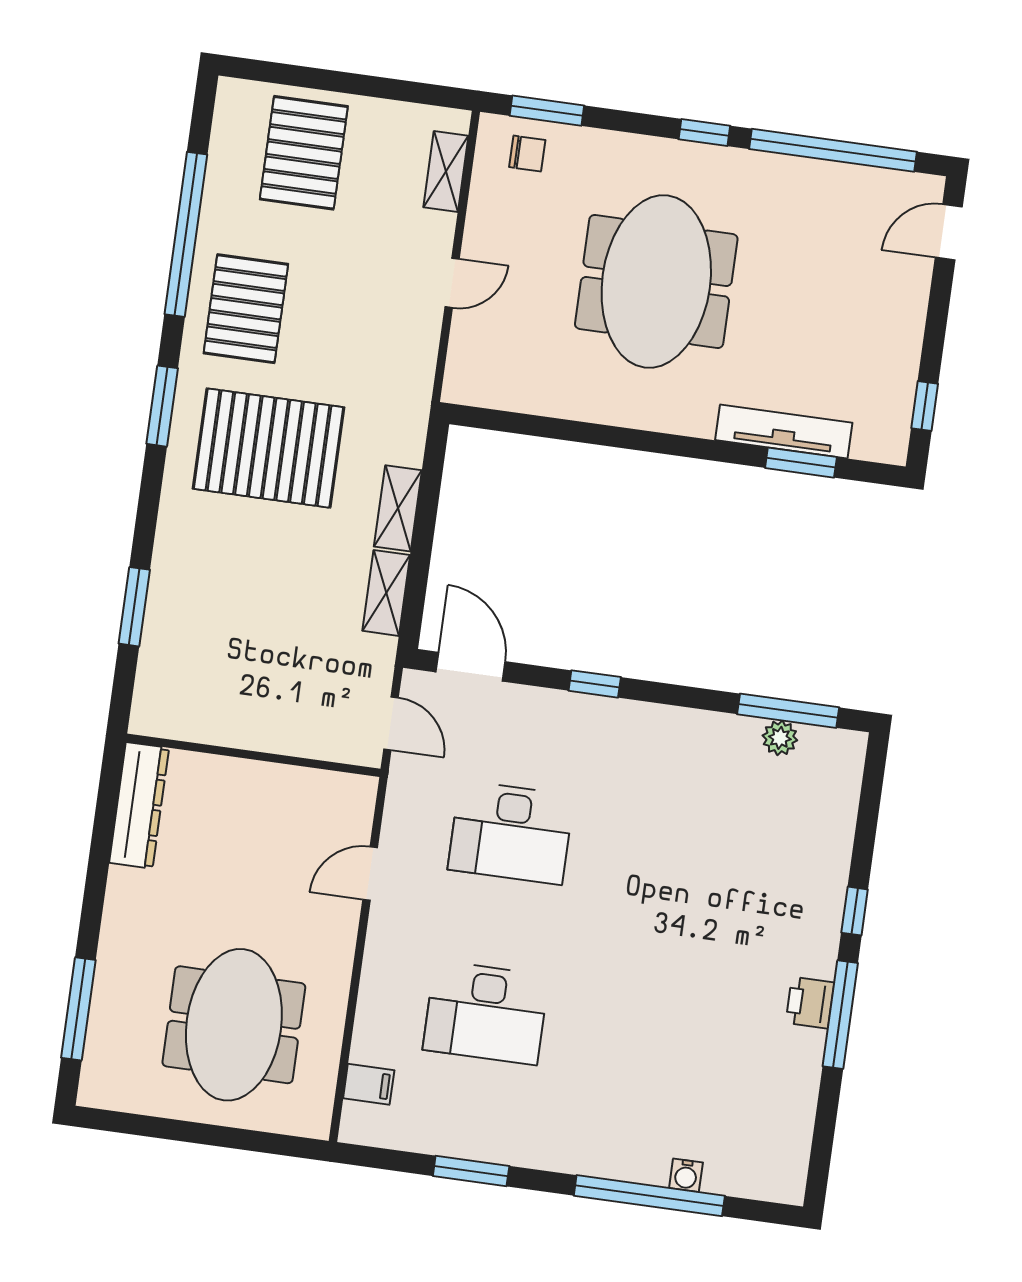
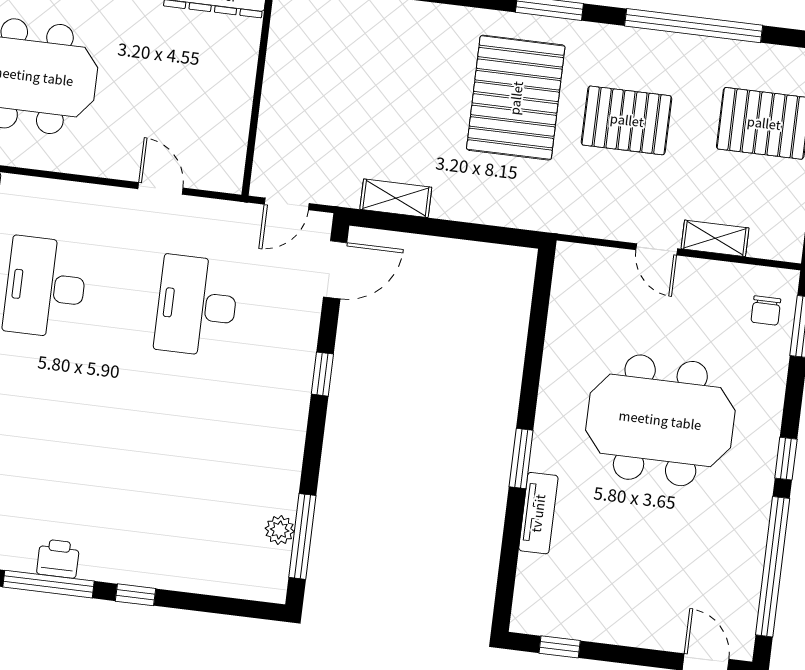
shelving: (446, 172) -> (715, 238), moved
pallet: (246, 309) -> (627, 120), moved
tv unit: (784, 431) -> (538, 513), width x0.71
window: (801, 463) -> (521, 459), moved
shelving: (398, 508) -> (467, 207), removed

